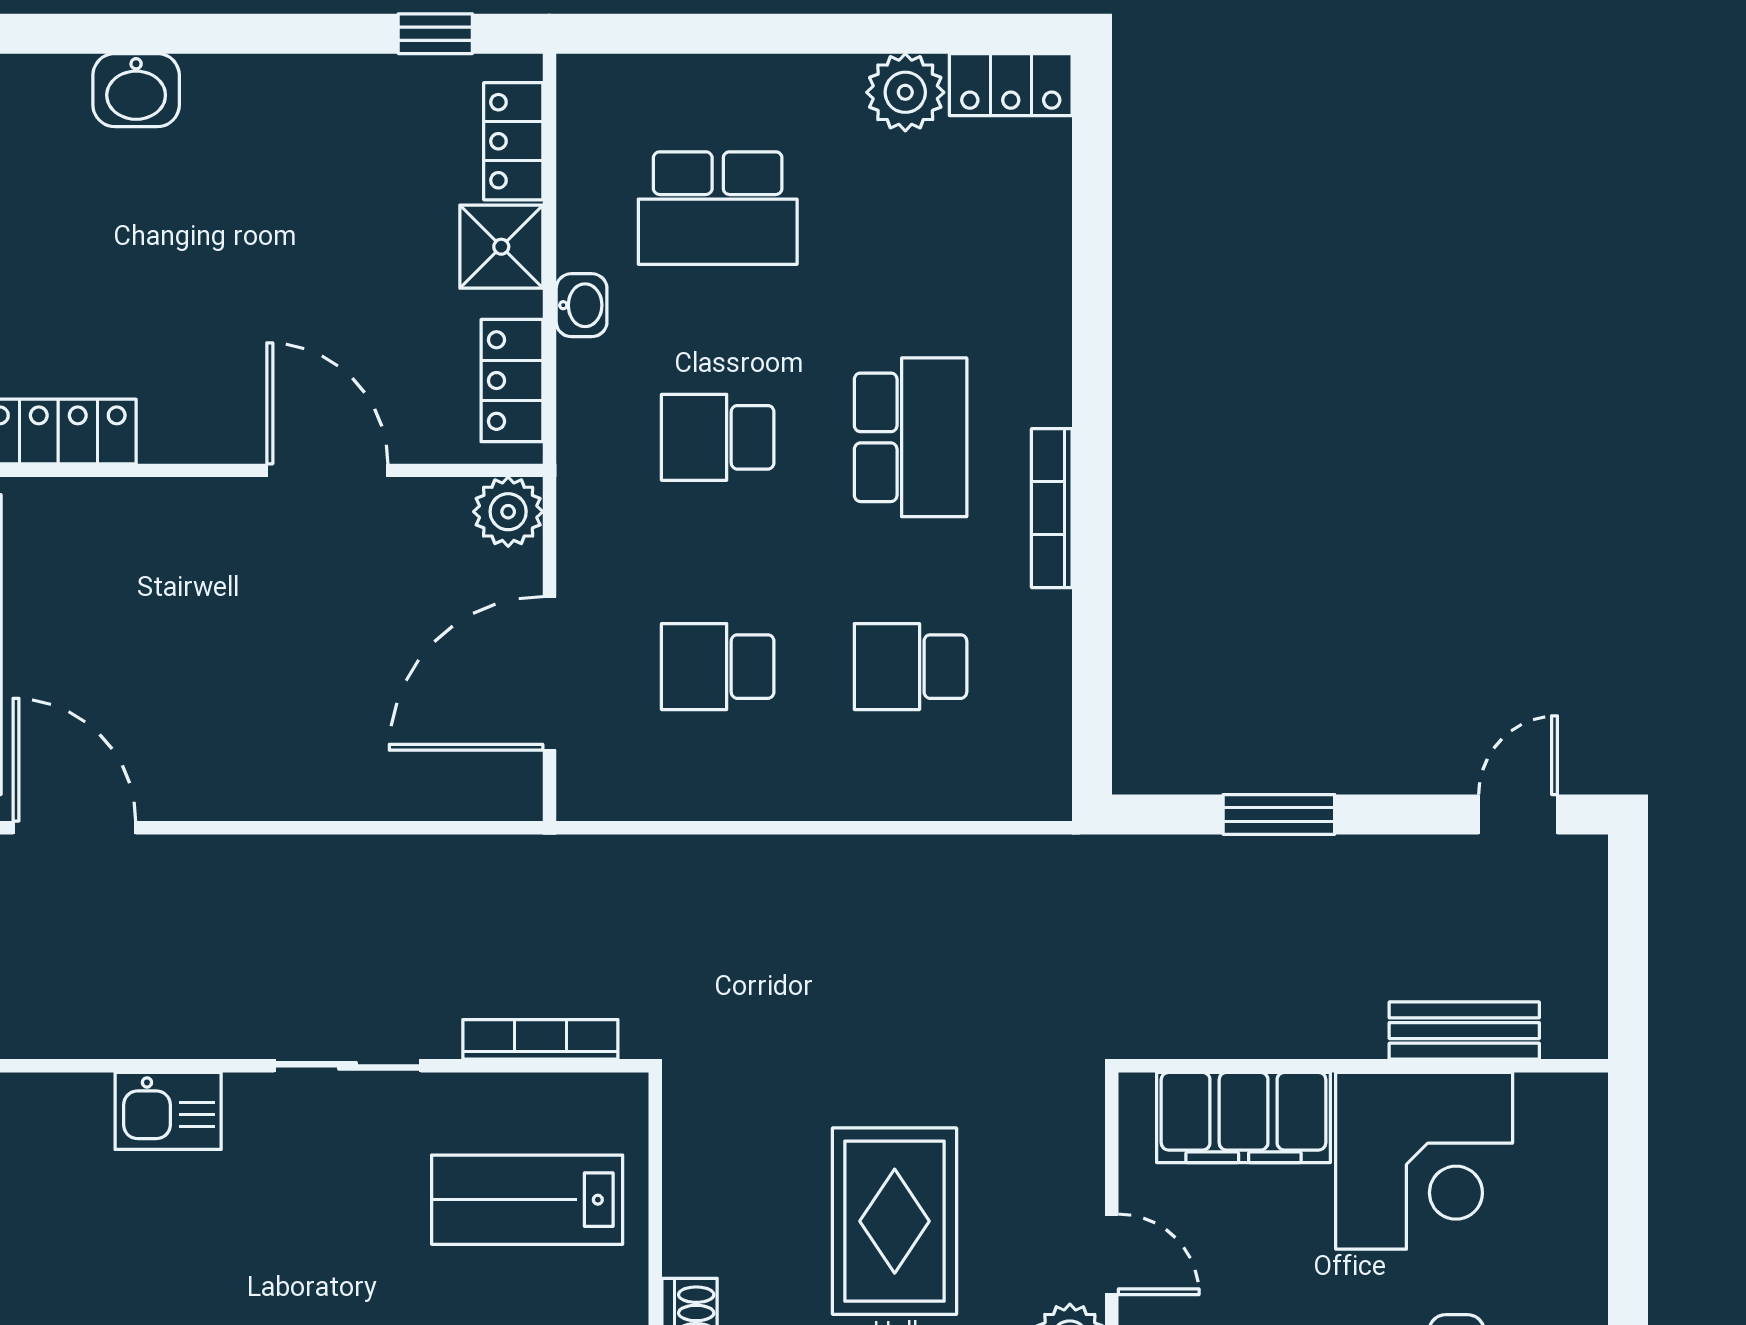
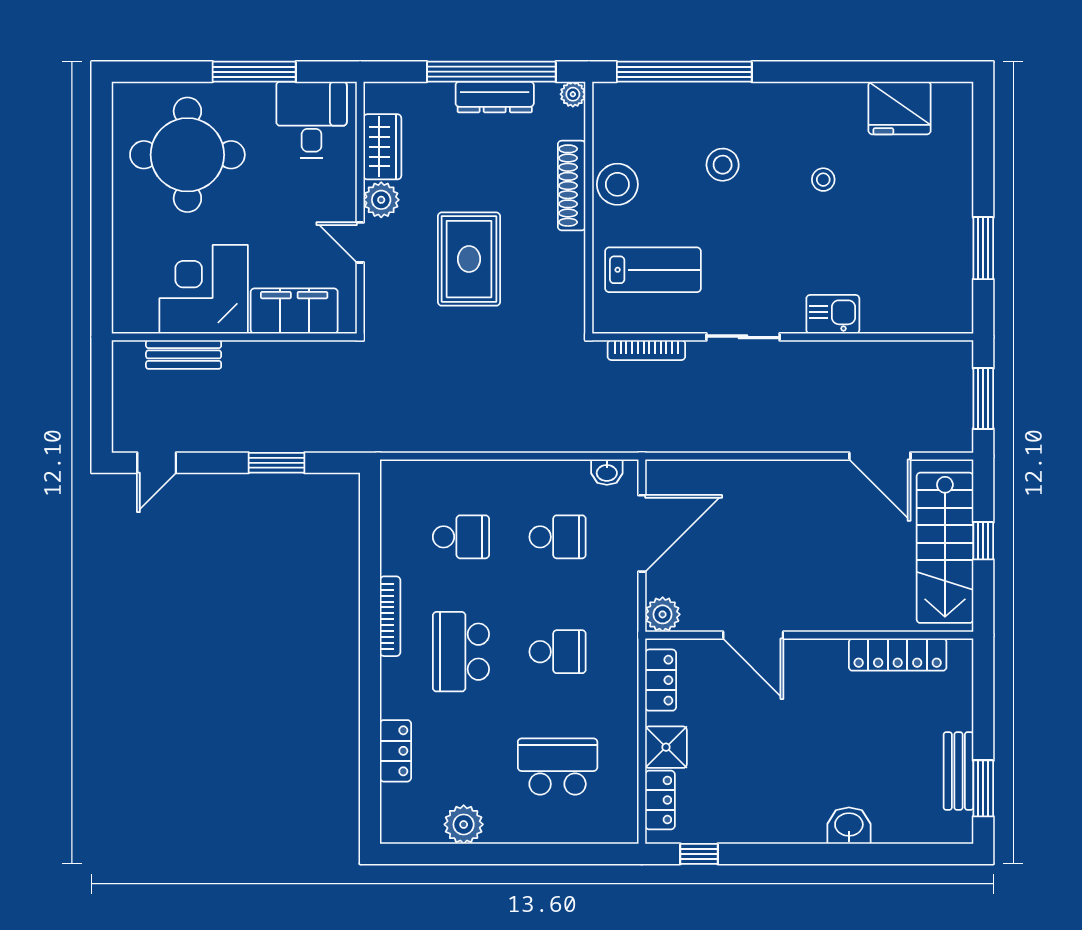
locker: (1011, 85) -> (396, 751), moved, turned 90
washbasin: (582, 305) -> (607, 472), moved, turned -90

